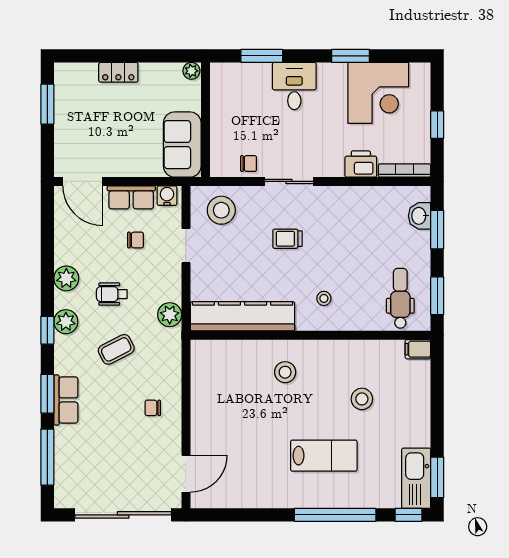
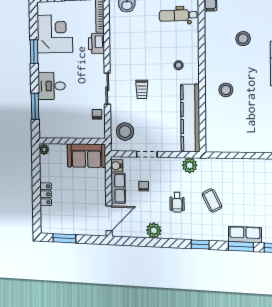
plant: (66, 278) -> (154, 230), moved
plant: (66, 322) -> (195, 232), removed
chair: (153, 408) -> (250, 177), removed

